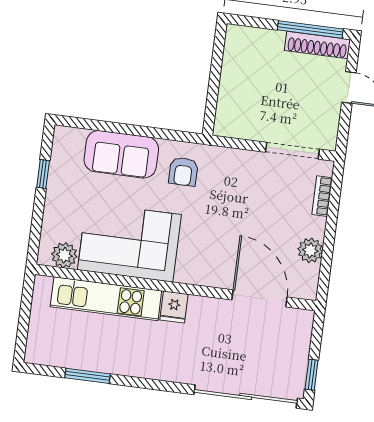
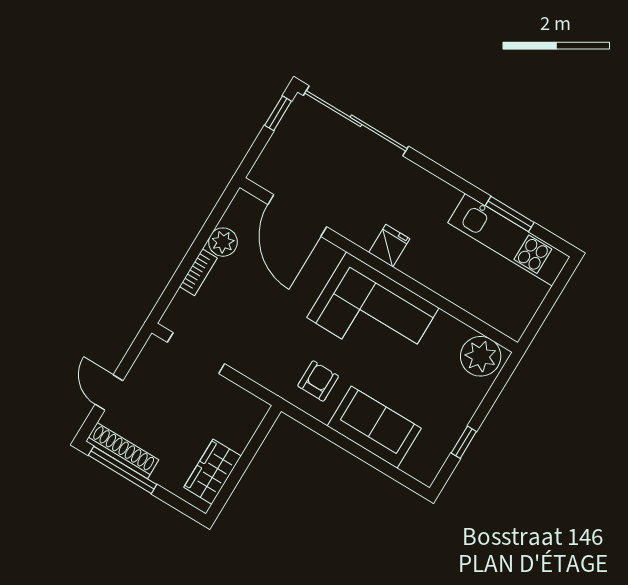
wardrobe: (237, 60) -> (213, 472), added
bookcase: (322, 196) -> (198, 272), moved
corner sofa: (129, 242) -> (373, 313), moved
plant: (64, 255) -> (481, 356), width x1.36, depth x1.36
kitchen unit: (106, 299) -> (509, 240), moved, turned 180

